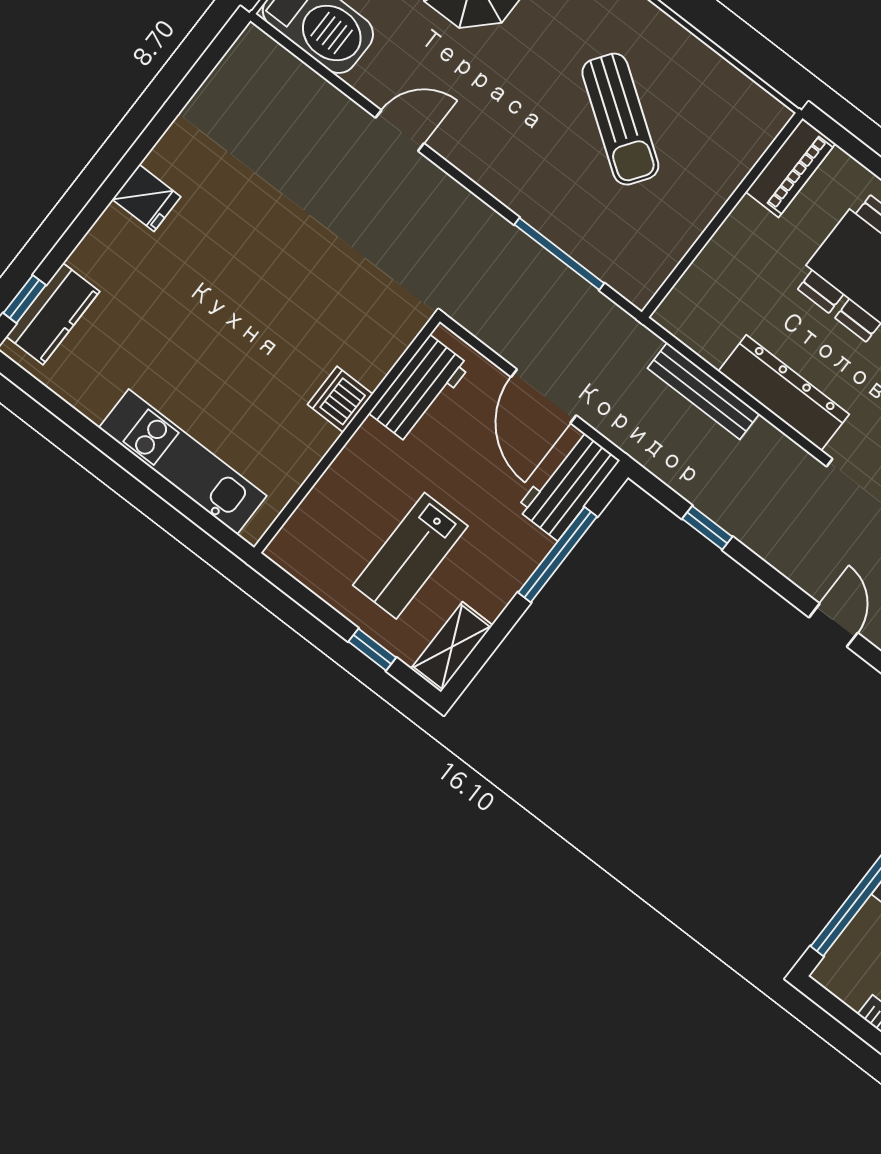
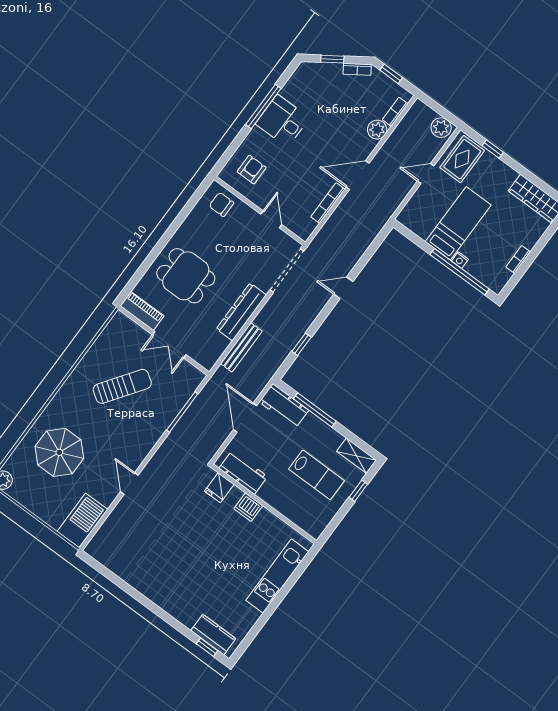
fridge: (146, 198) -> (219, 488), moved, turned 180
double door: (713, 228) -> (169, 345), added
door: (544, 396) -> (245, 418), swing flipped

